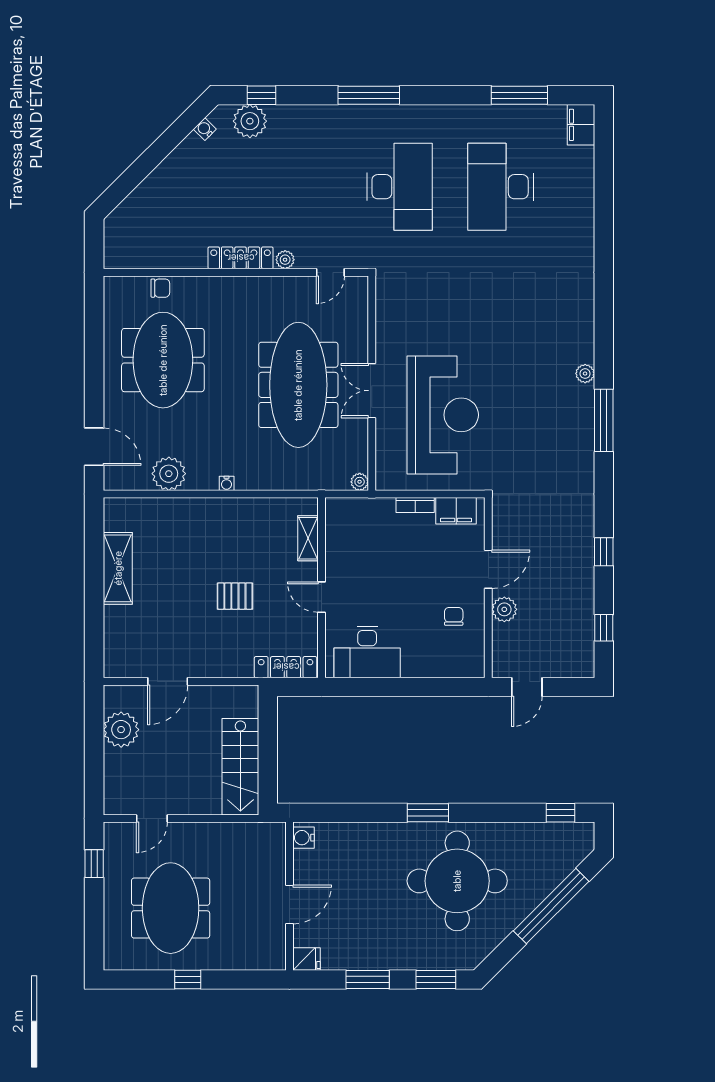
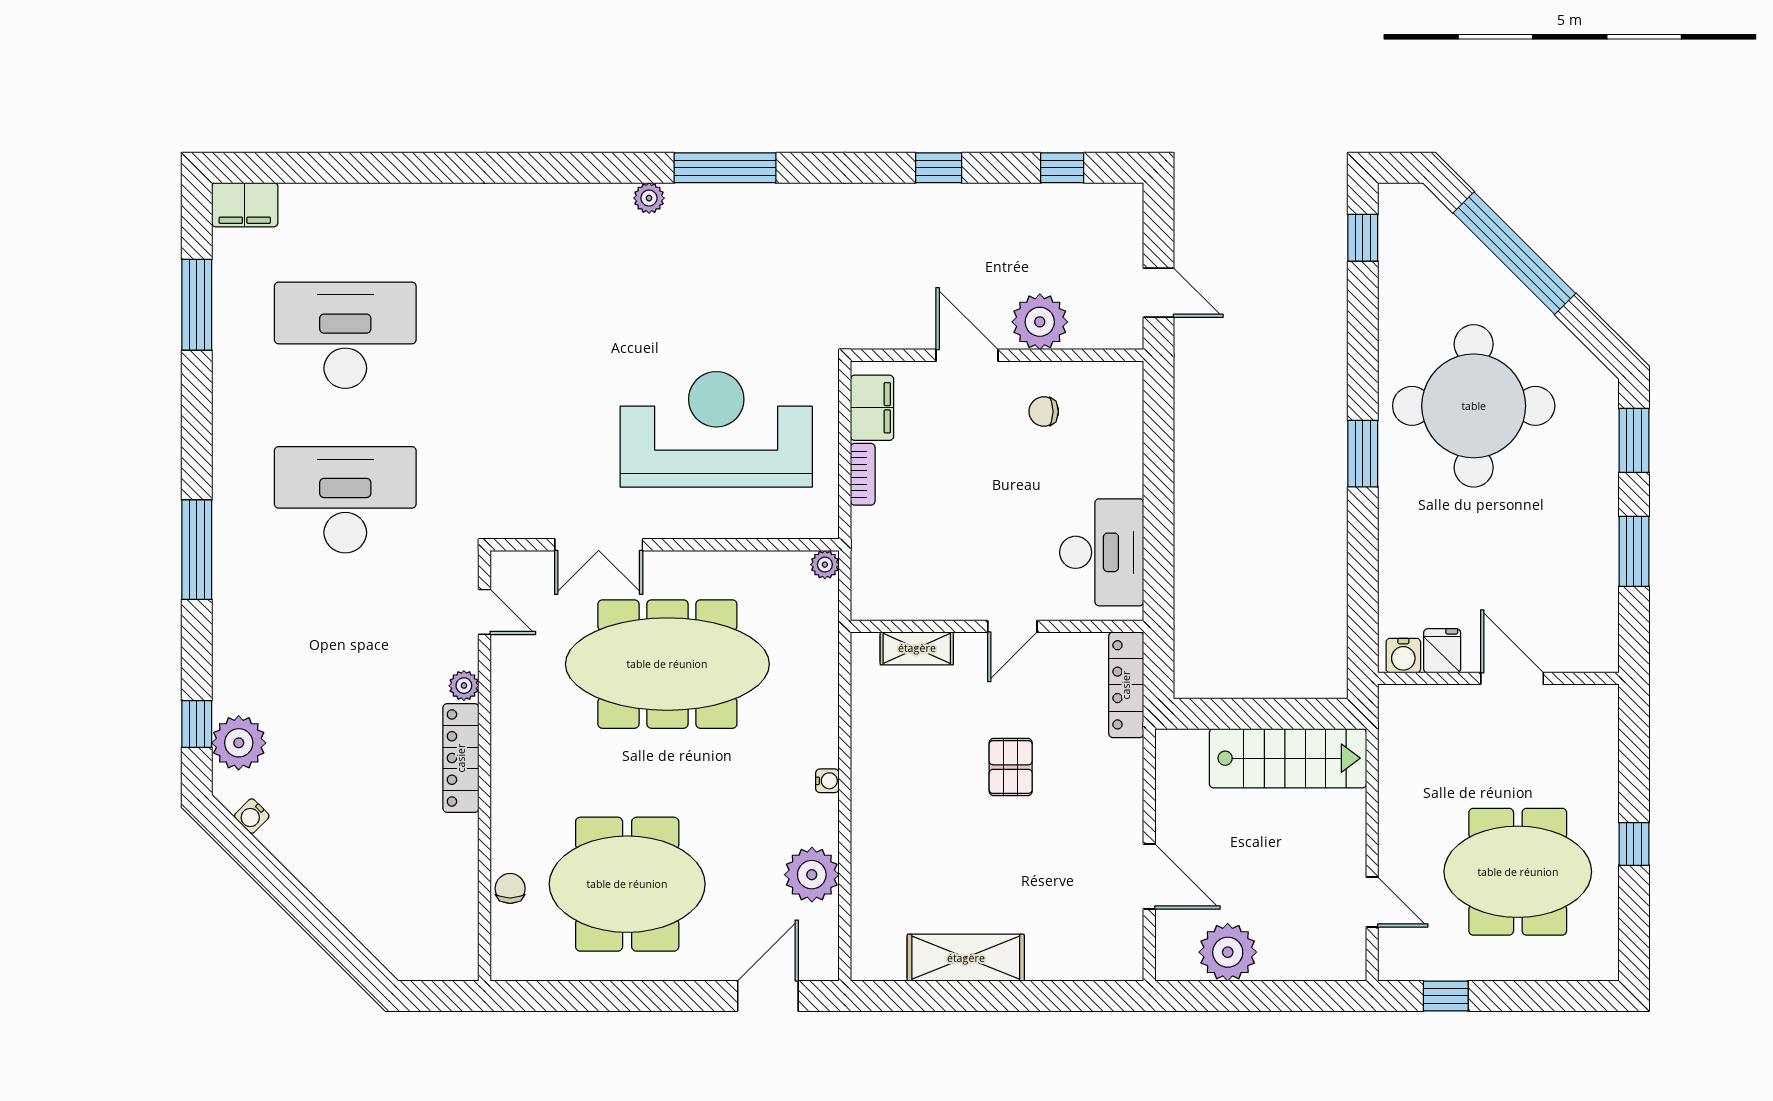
desk: (501, 187) -> (345, 335), turned 180
double door: (372, 391) -> (599, 545), moved
plant: (504, 609) -> (1040, 322), width x1.36, depth x1.36
fridge: (306, 959) -> (1442, 651), moved

